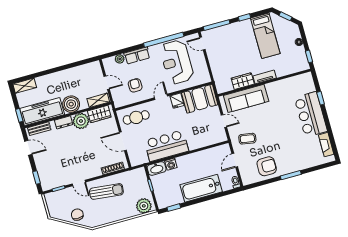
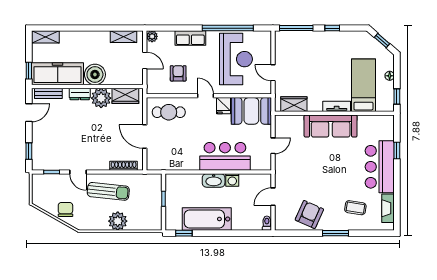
bed: (265, 36) -> (363, 85), moved, turned 180
door: (202, 44) -> (273, 73), moved
plant: (120, 59) -> (152, 36), moved
reception desk: (177, 62) -> (236, 59), turned 180
wardrobe: (243, 81) -> (294, 104), moved
door: (161, 97) -> (205, 96), hinge flipped
sofa: (246, 98) -> (331, 126), moved
shelving: (98, 100) -> (123, 37), moved
door: (224, 121) -> (273, 146), hinge flipped
coffee table: (247, 139) -> (355, 208), moved
bar counter: (166, 146) -> (225, 156), moved
door: (28, 148) -> (29, 113), hinge flipped
washing machine: (171, 164) -> (232, 180), moved
armchair: (267, 166) -> (309, 214), turned -66
washbasin: (157, 168) -> (214, 180), moved
bathtub: (201, 188) -> (207, 219), moved
plant: (144, 206) -> (118, 221), moved

